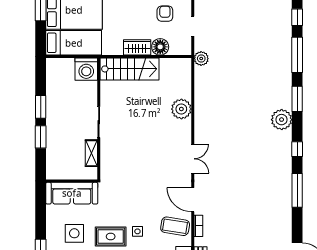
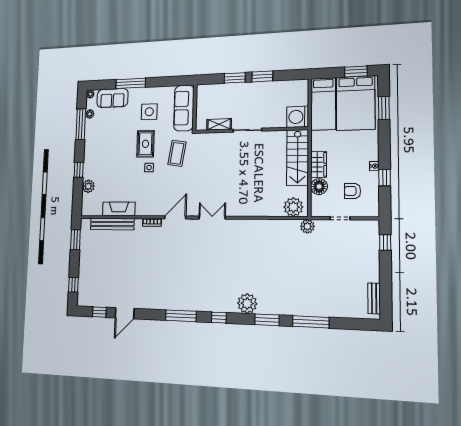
armchair: (165, 14) -> (353, 191), turned 180
window: (297, 17) -> (349, 324), removed
plant: (181, 109) -> (293, 207), moved
double door: (193, 159) -> (212, 218), swing flipped
coffee table: (175, 226) -> (177, 153), moved

